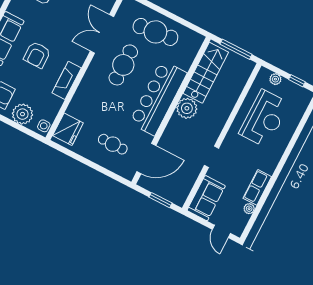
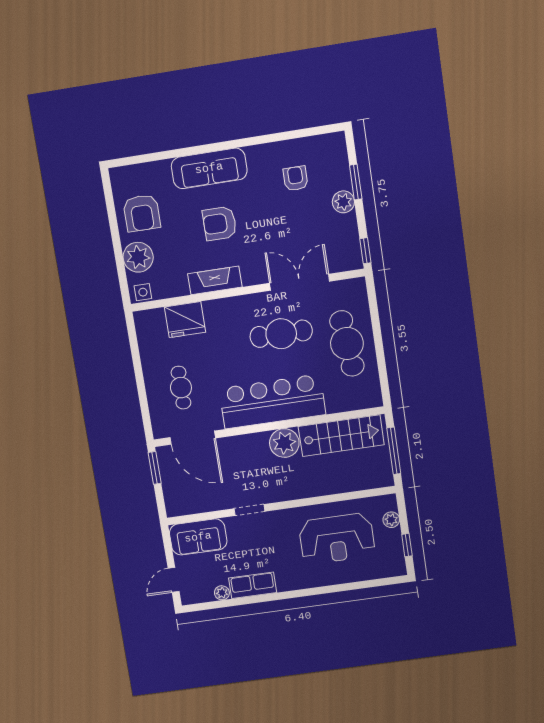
fridge: (68, 129) -> (185, 320), moved
window: (161, 200) -> (155, 468), moved

